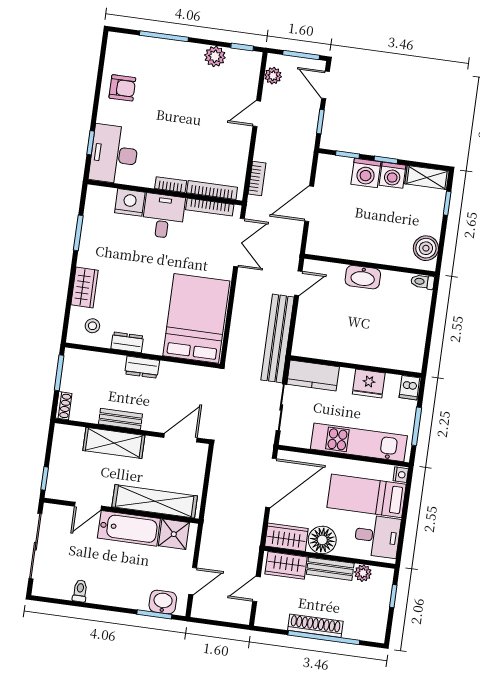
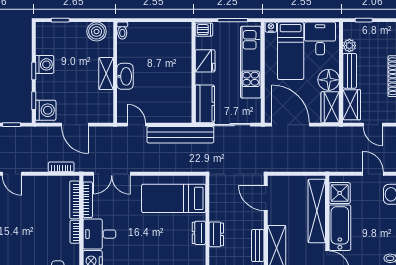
washing machine: (366, 173) -> (46, 110), moved
shelving: (427, 177) -> (106, 74), moved
double door: (239, 243) -> (112, 174), swing flipped
bed: (196, 318) -> (174, 198), width x0.67
dresser: (127, 342) -> (199, 233), moved

